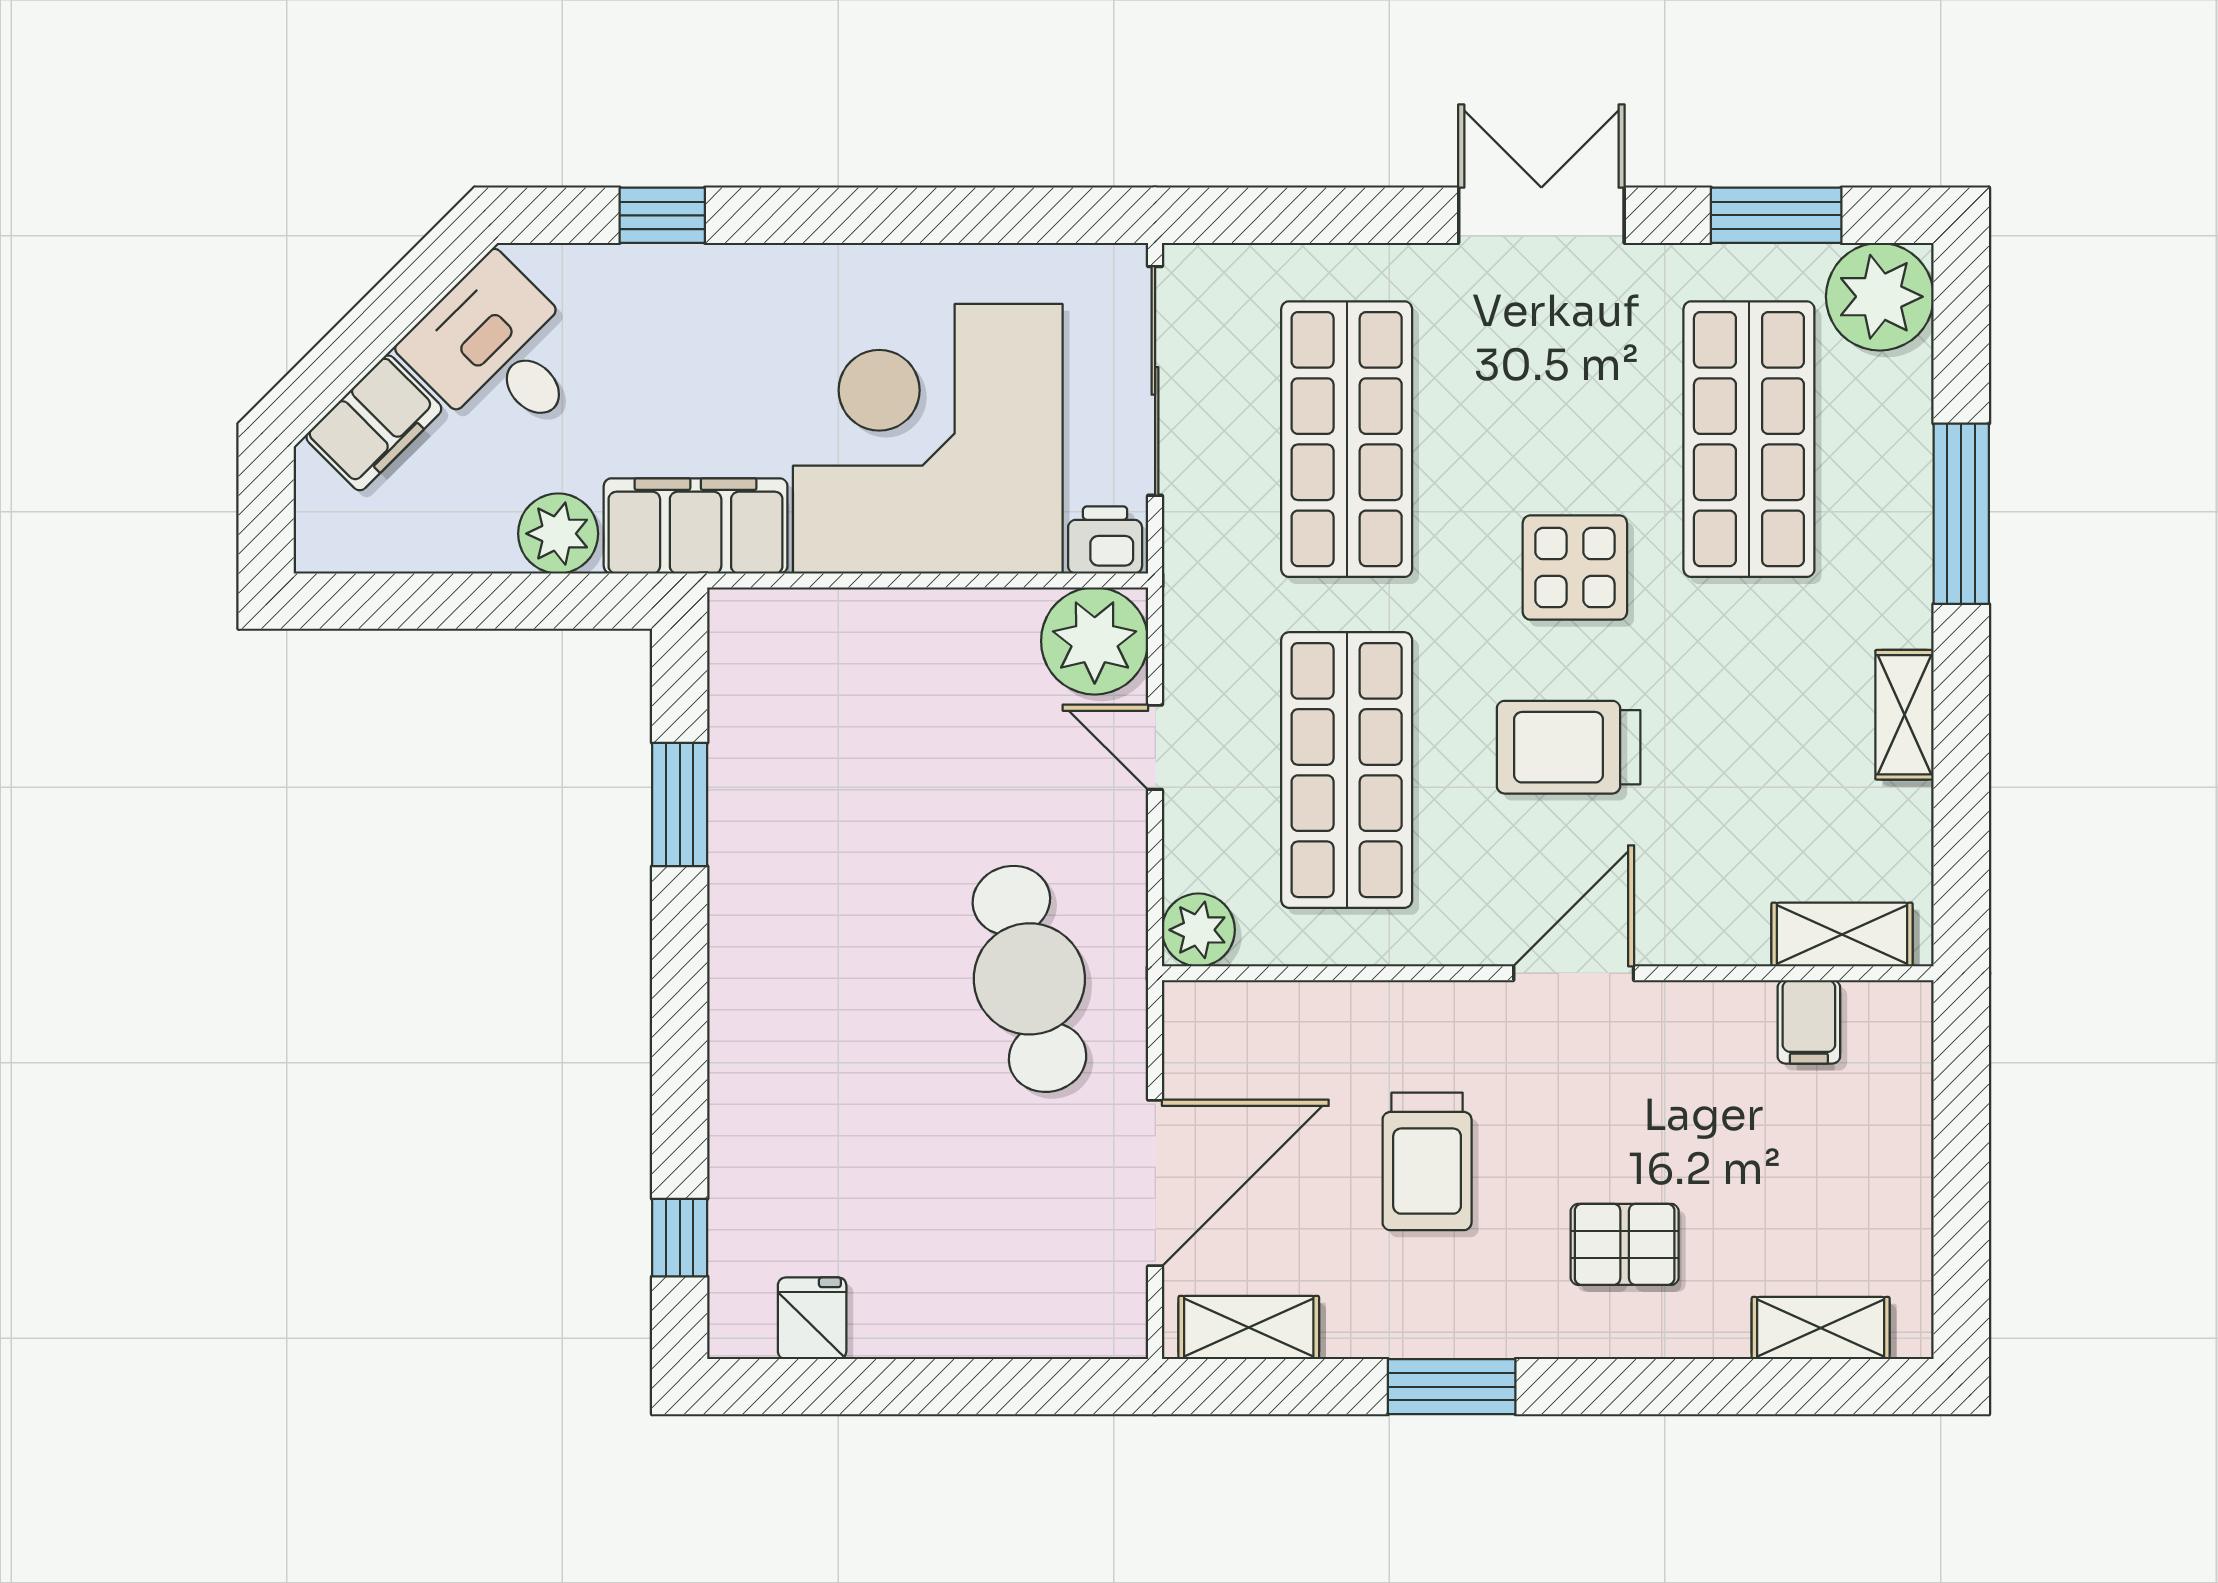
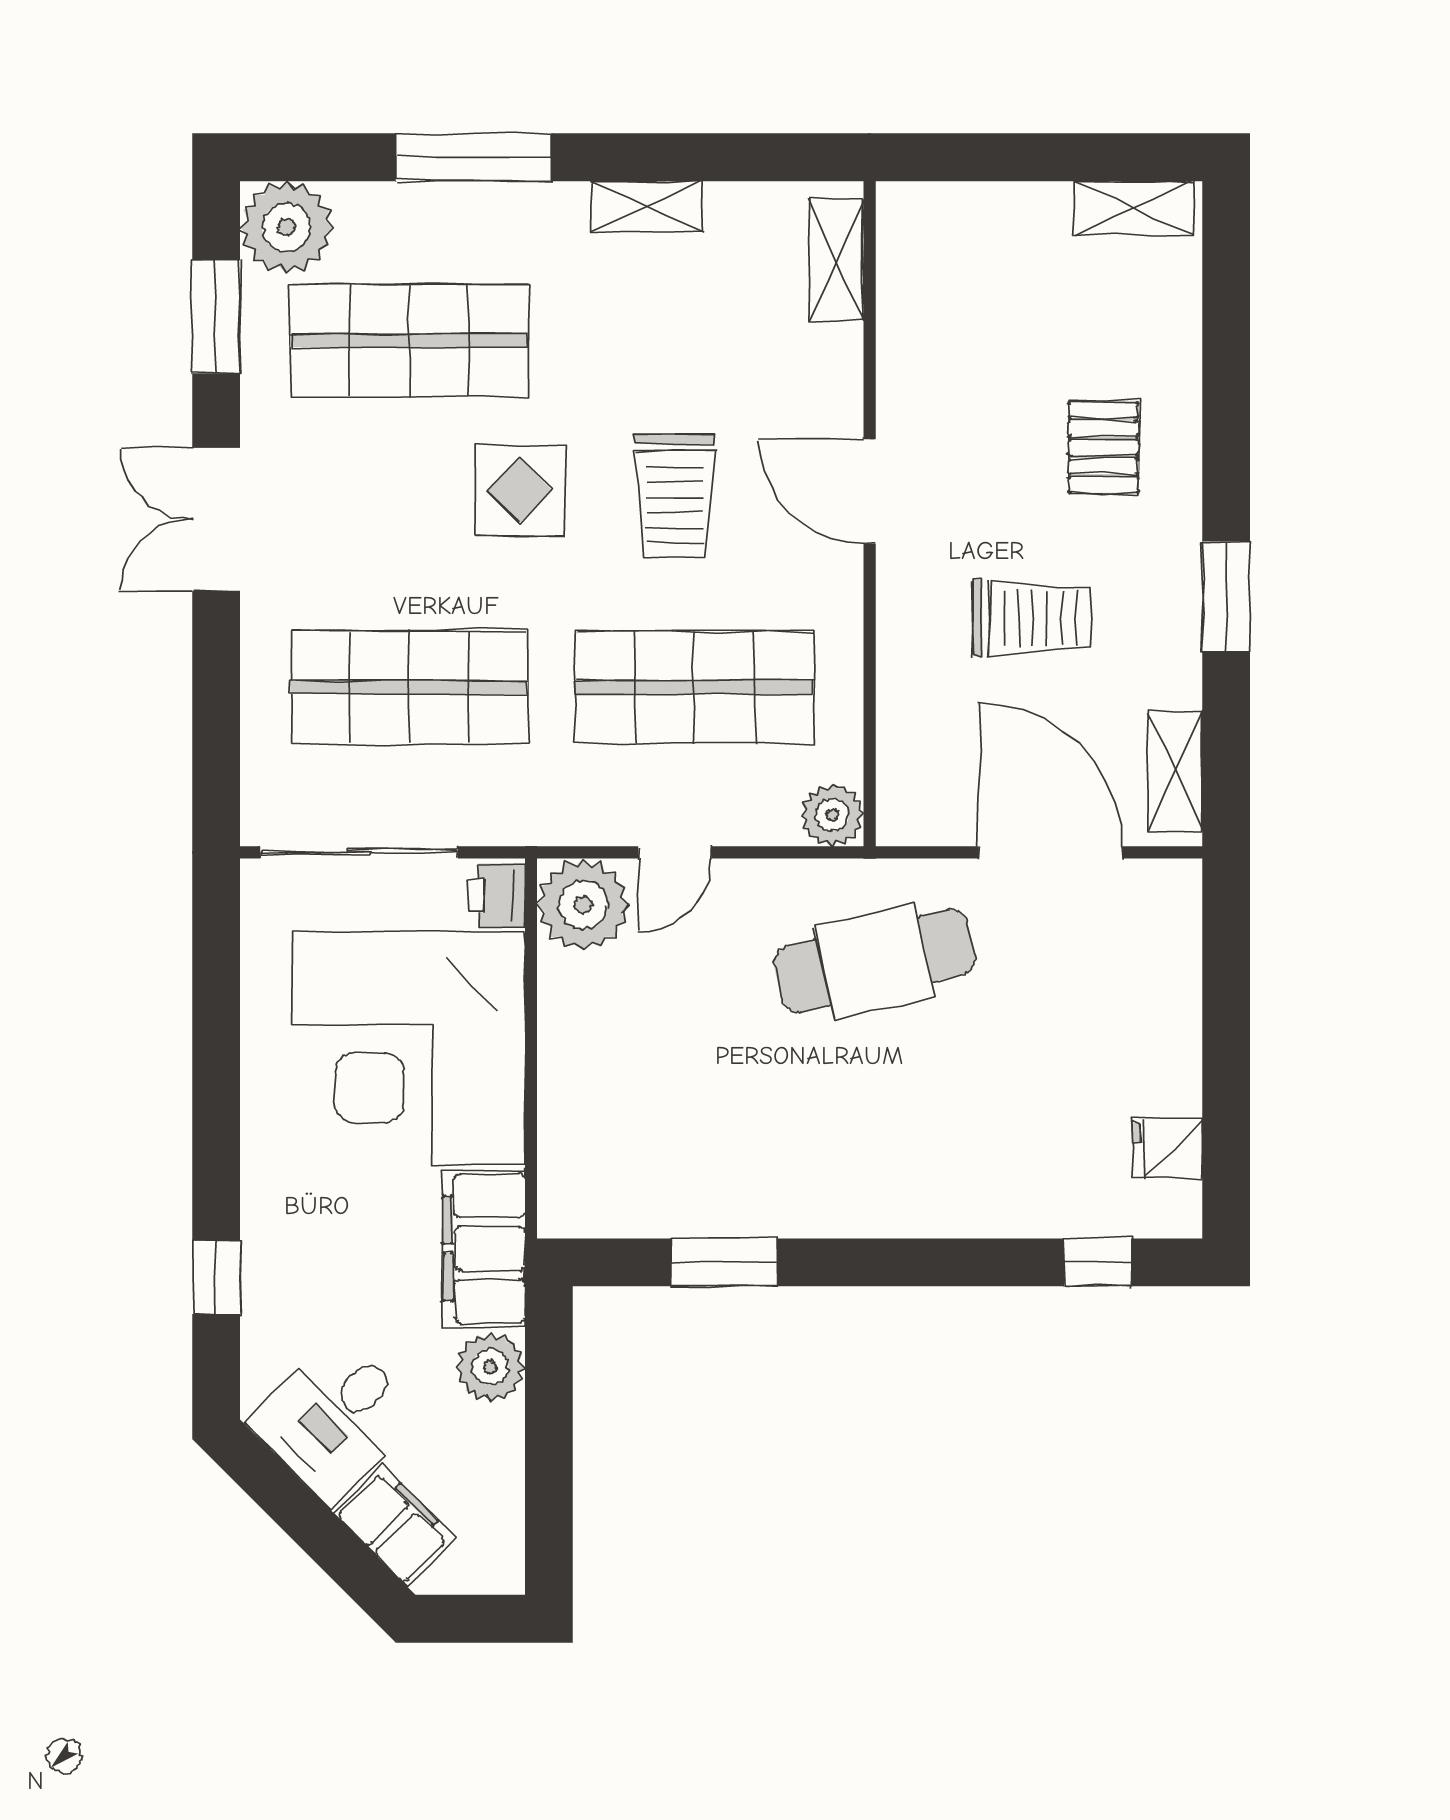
filing cabinet: (1809, 1022) -> (912, 289), removed
shelving: (1821, 1328) -> (1134, 208), moved, turned 90

